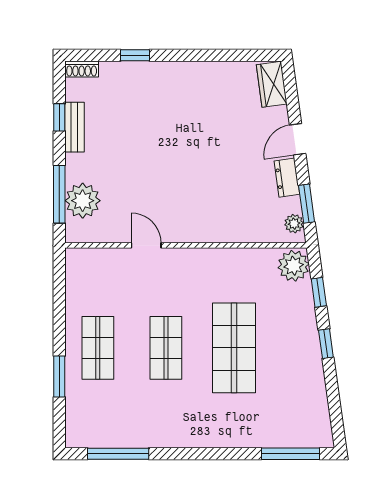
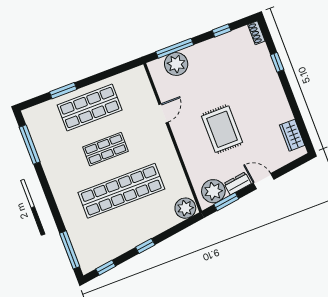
wardrobe: (272, 84) -> (292, 135), moved, turned -82
bench: (74, 127) -> (219, 42), removed
rug: (201, 170) -> (222, 129), added
plant: (294, 224) -> (213, 191), width x1.87, depth x1.87
window: (319, 292) -> (106, 268), moved
shop shelf: (98, 348) -> (90, 108), width x1.43, depth x1.36
shop shelf: (234, 348) -> (121, 191), width x1.40

